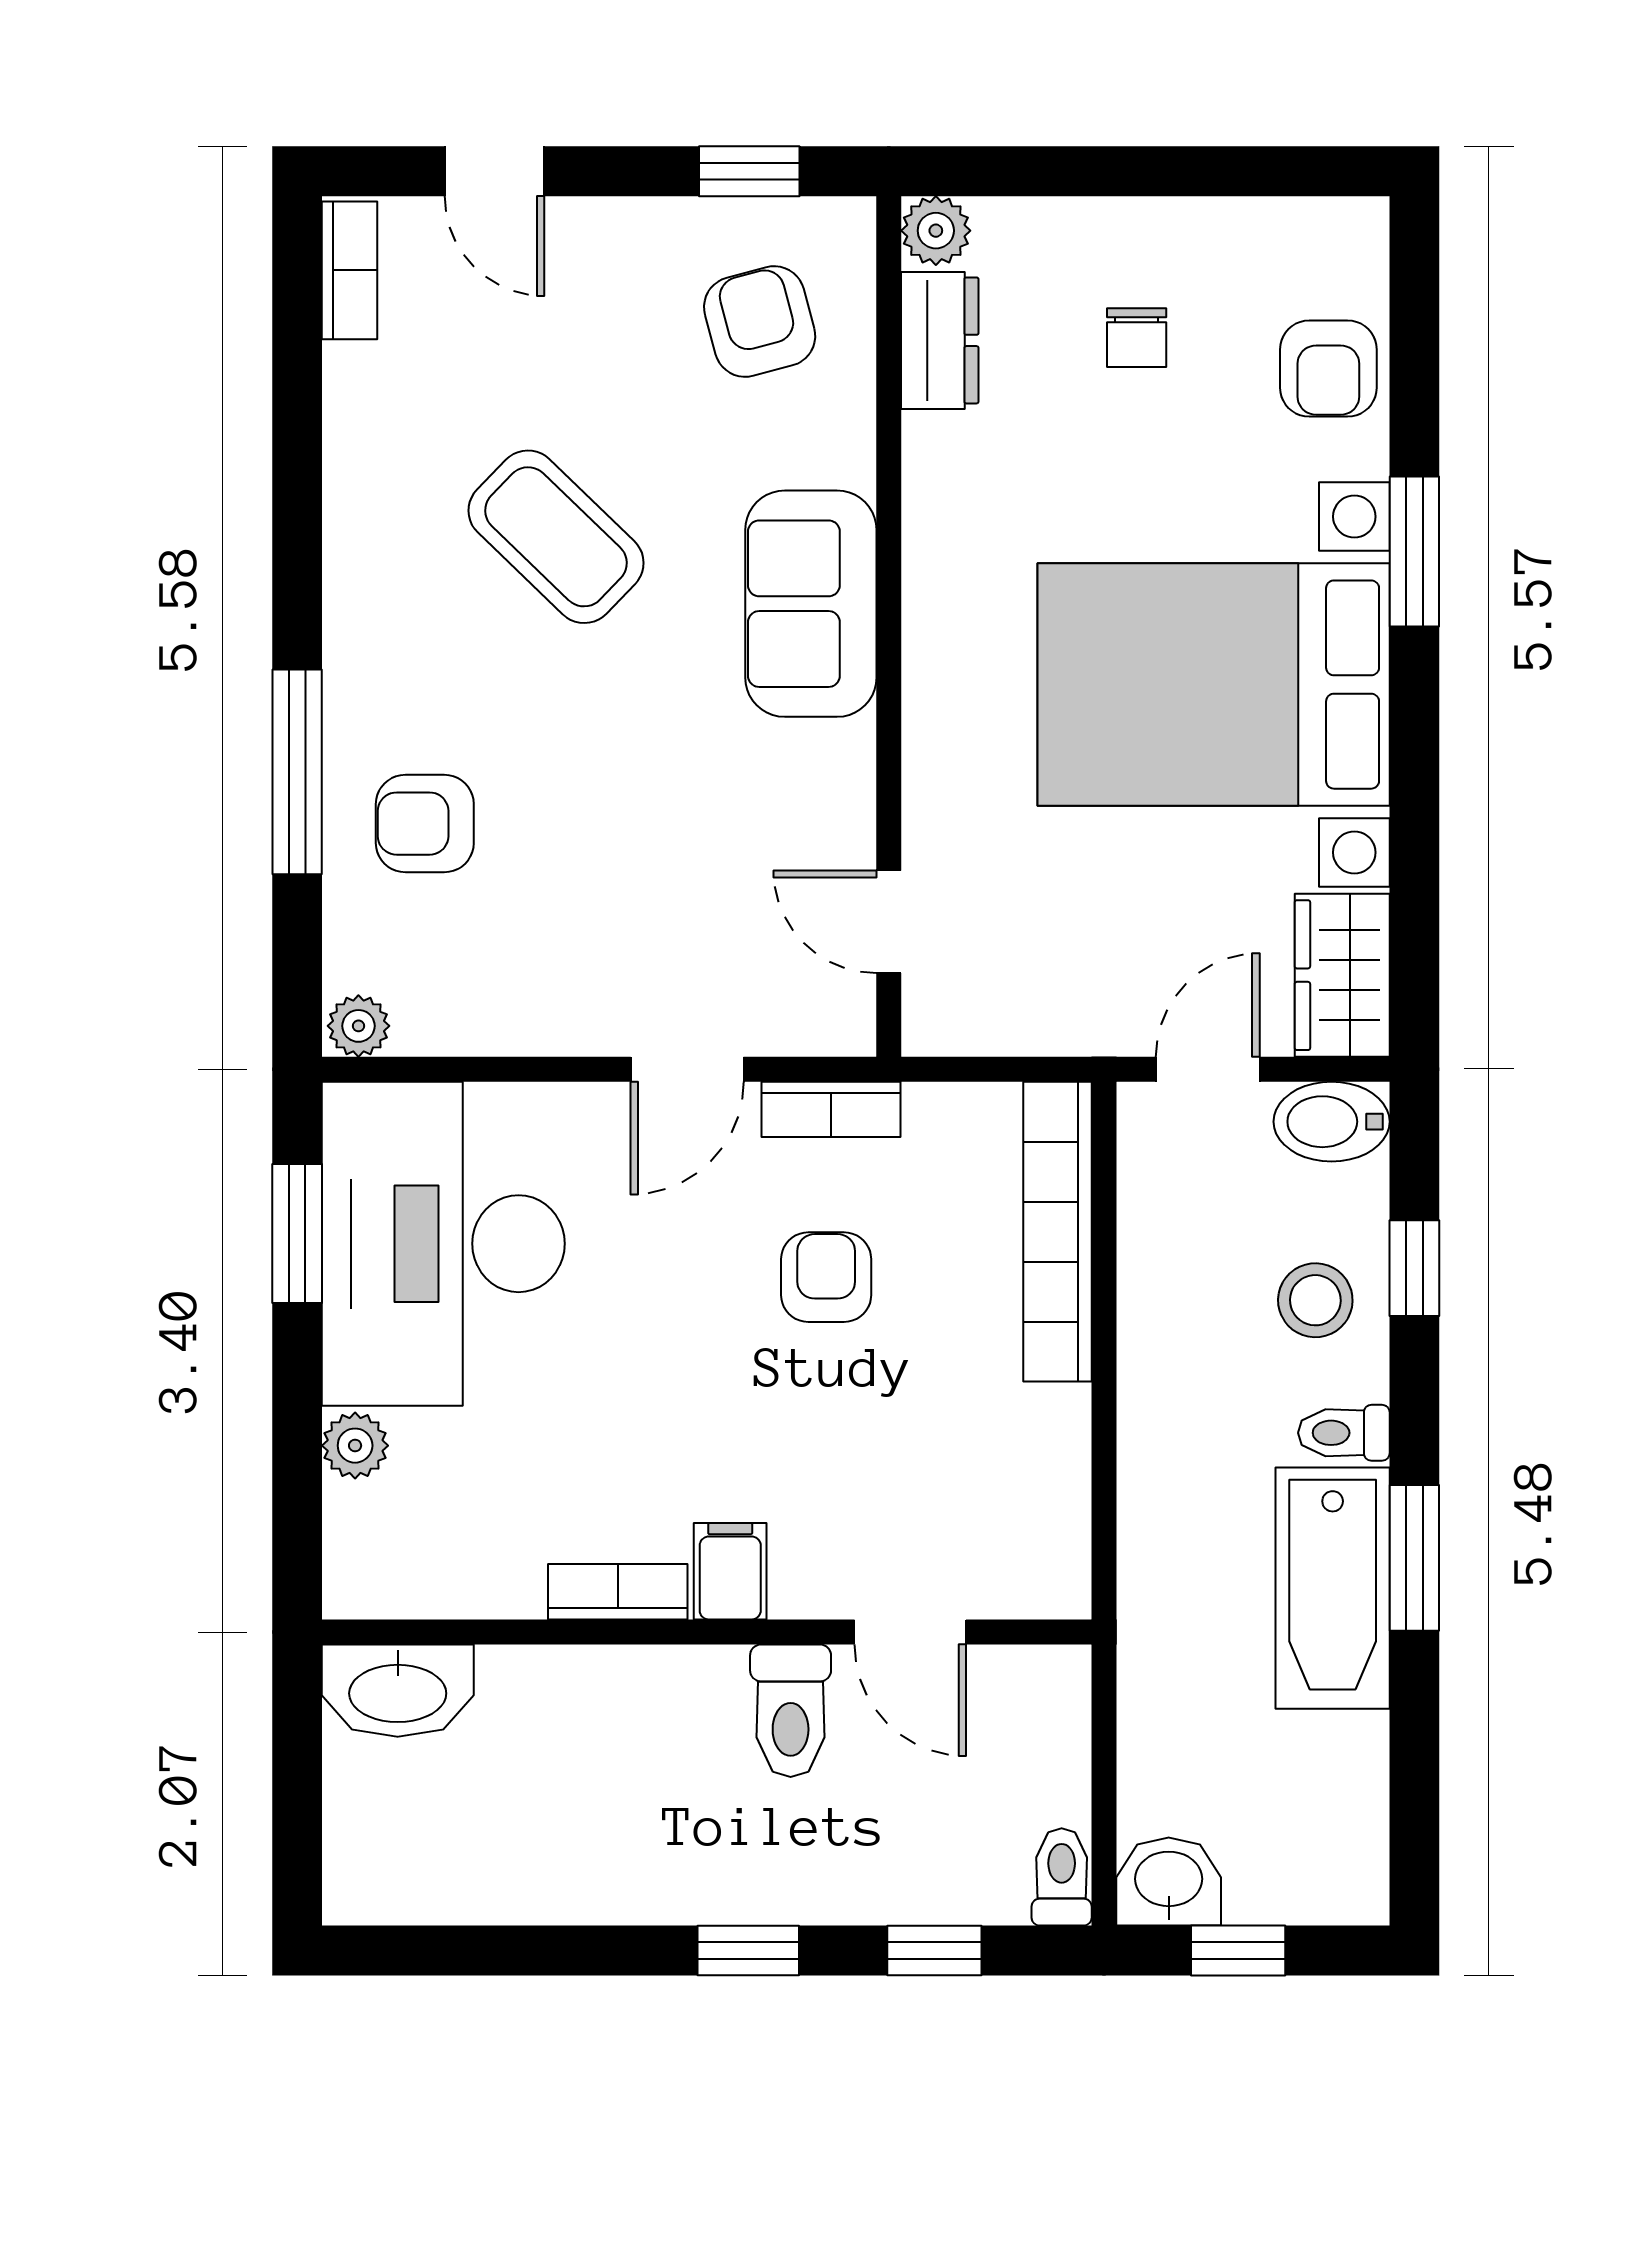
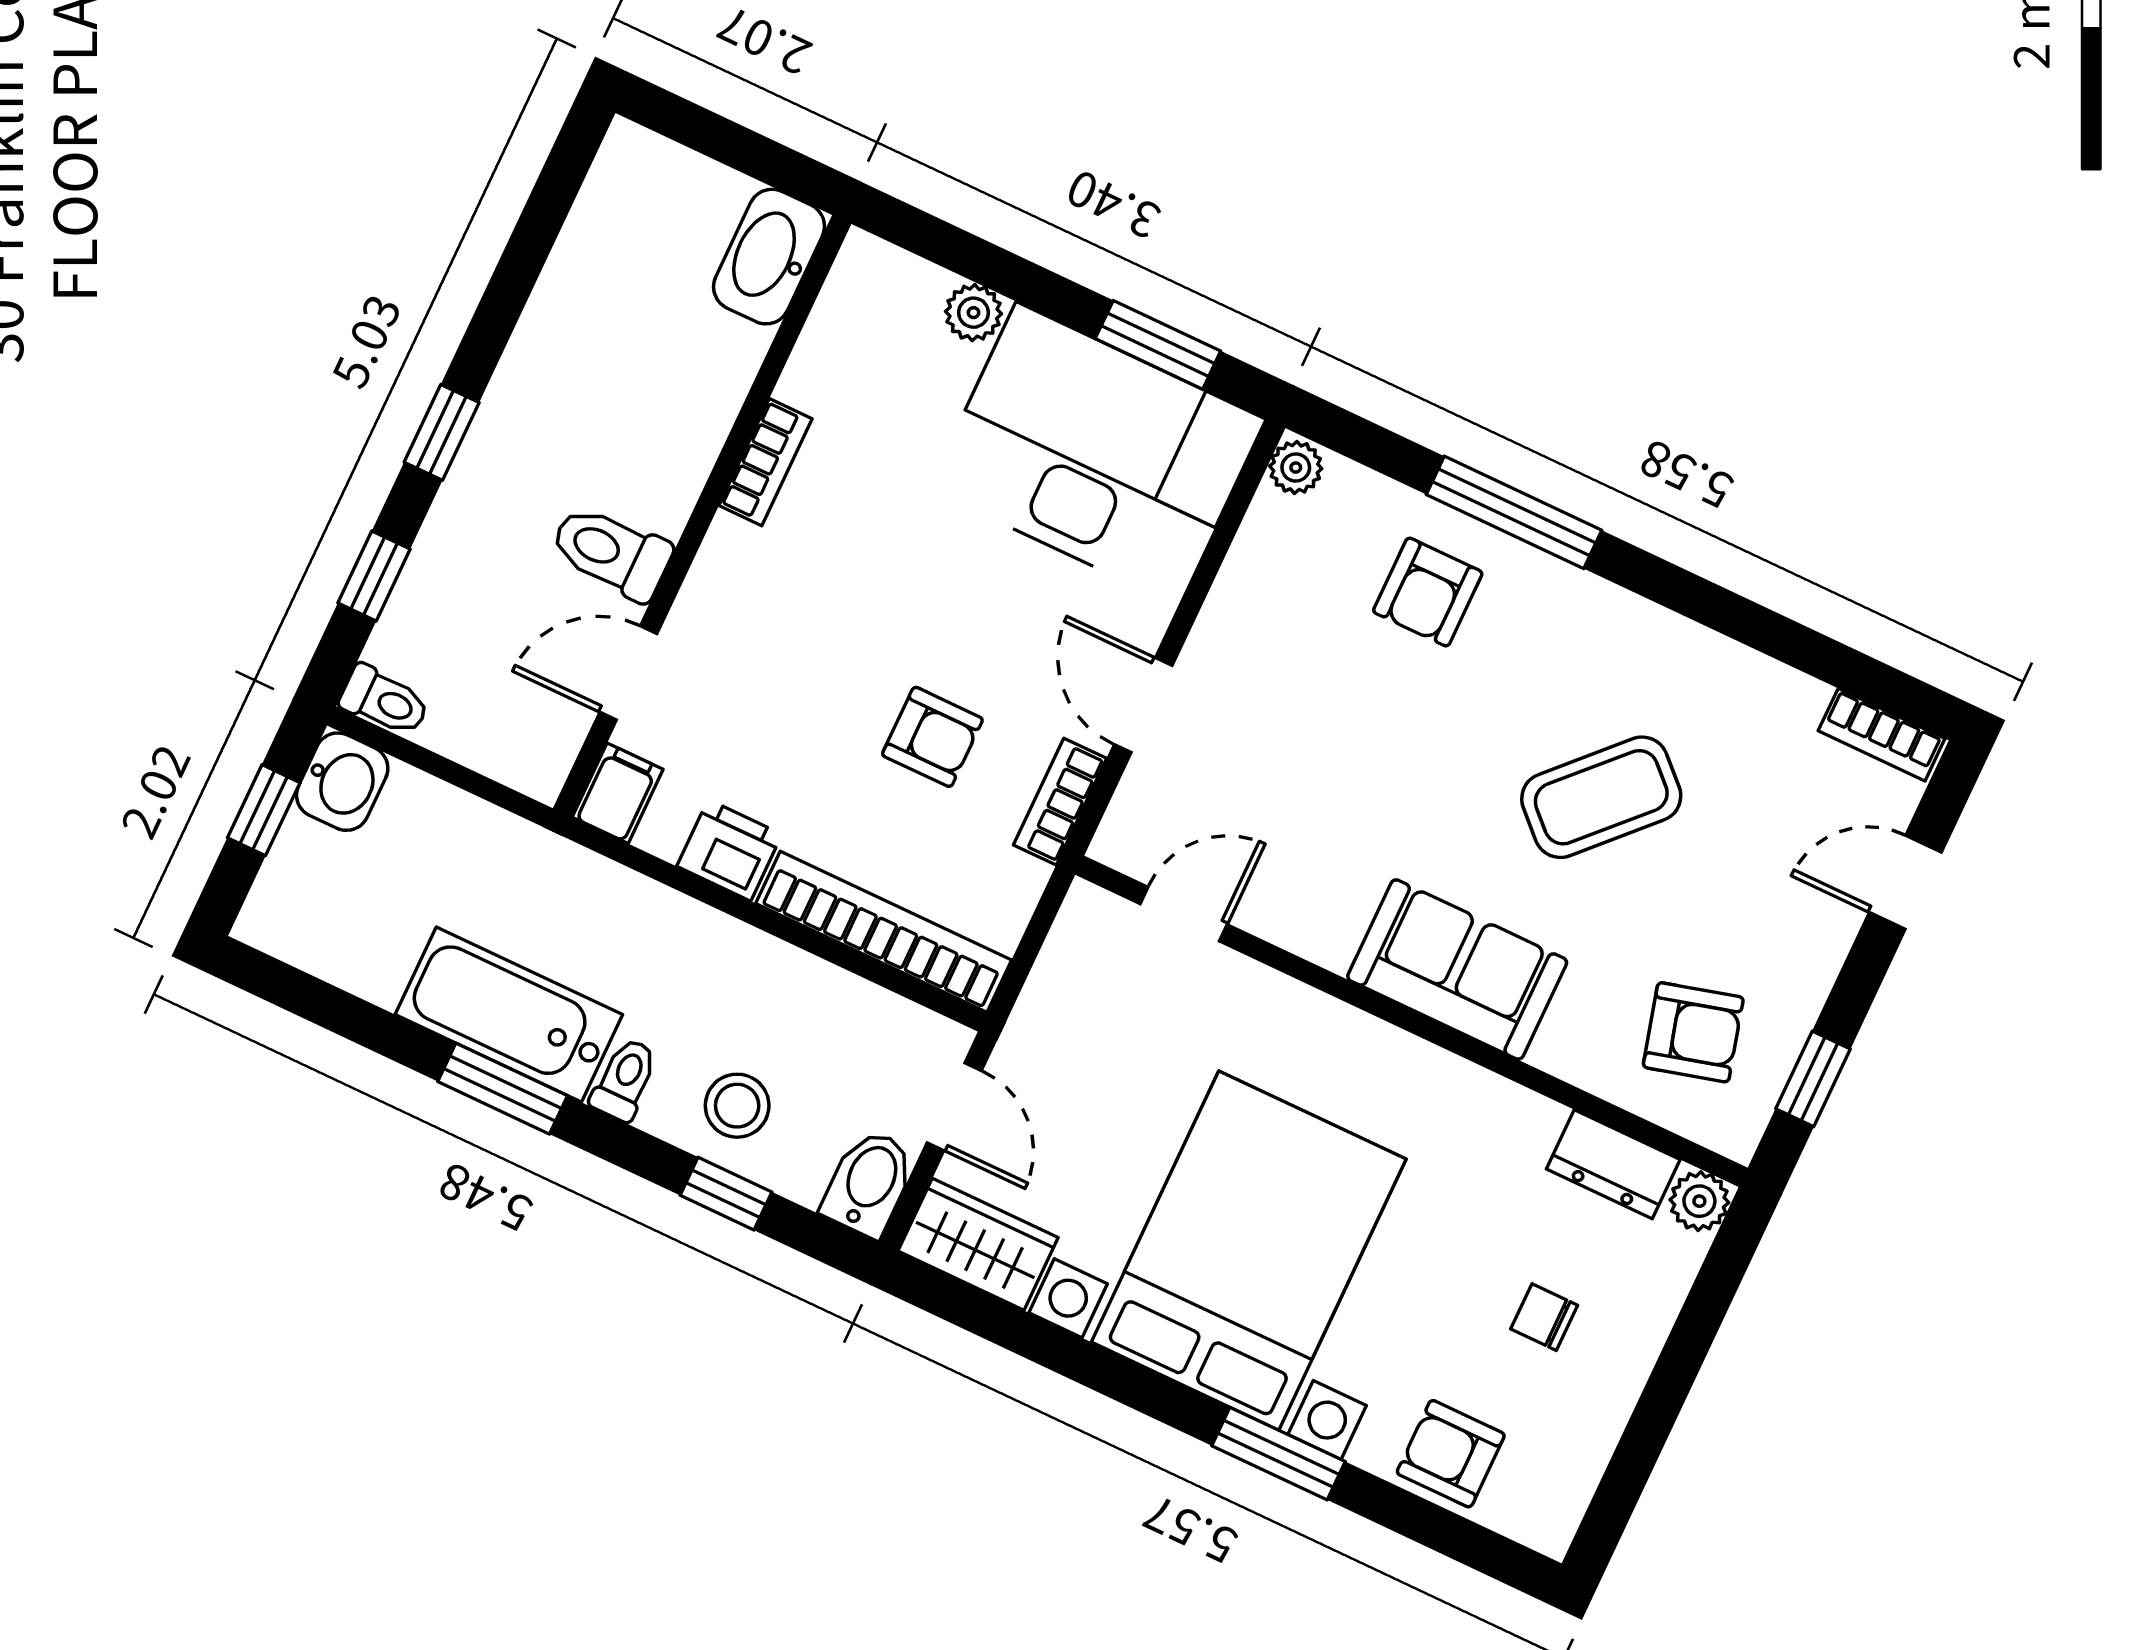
armchair: (425, 824) -> (1428, 592), turned 180
printer: (1048, 1436) -> (729, 850), added
filing cabinet: (730, 1571) -> (618, 793), moved, turned -90

